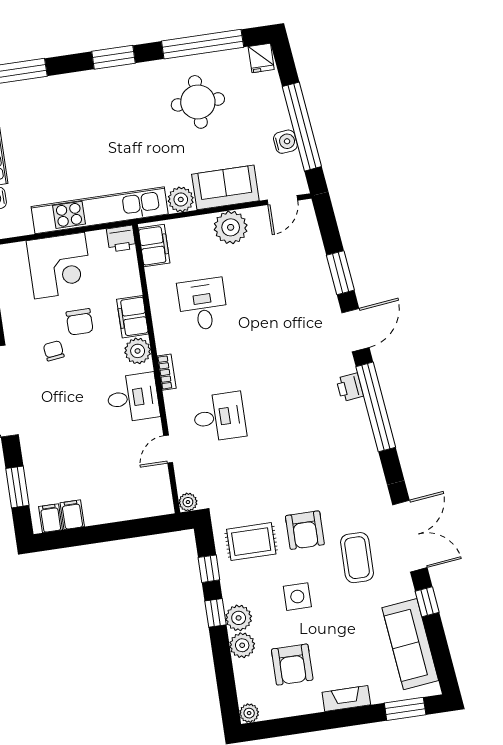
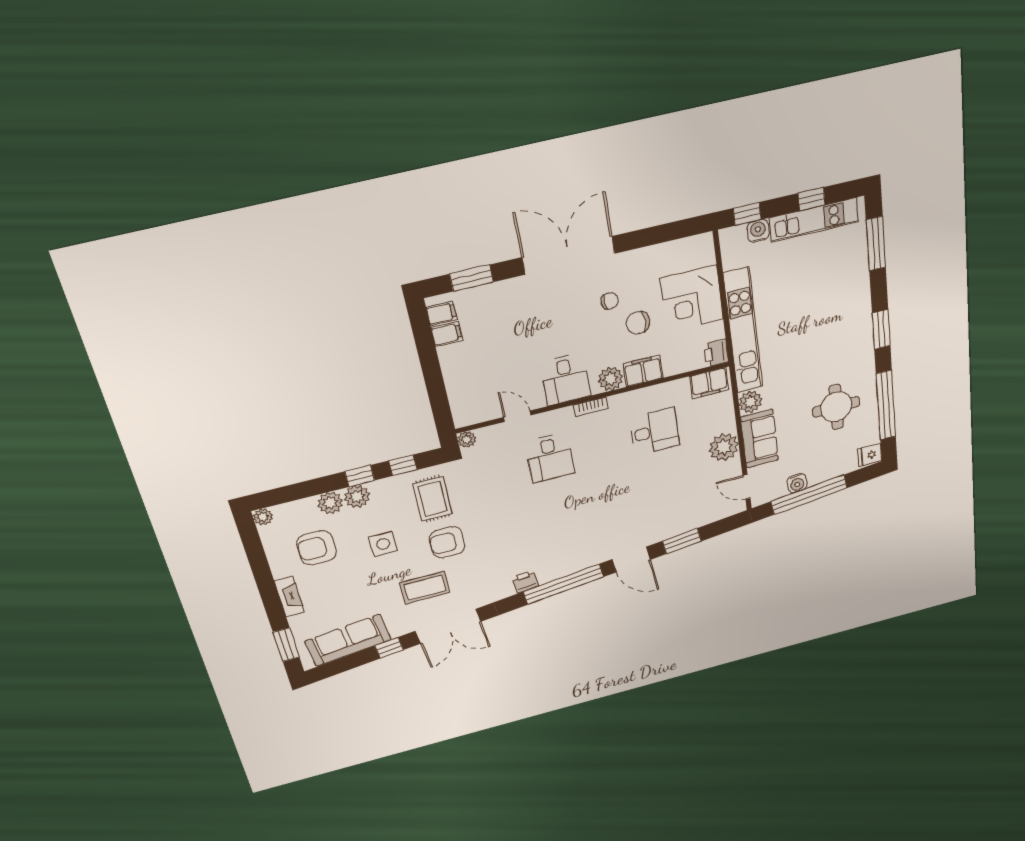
printer: (350, 387) -> (525, 582), moved

